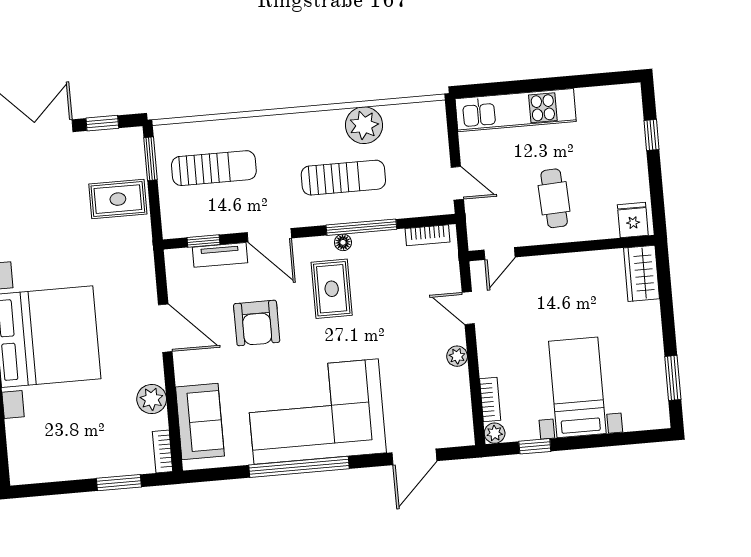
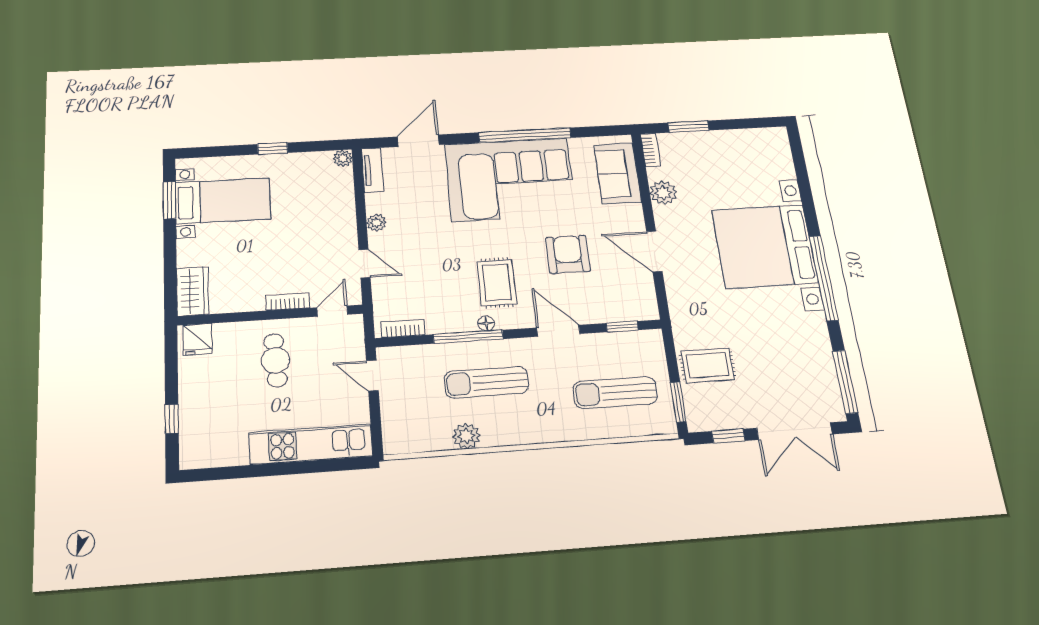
plant: (364, 125) -> (466, 436), width x0.73, depth x0.73
tv unit: (220, 255) -> (372, 170), moved, turned 90
bed with nightstands: (577, 387) -> (223, 201), moved, turned -90
bookcase: (490, 399) -> (288, 302), moved, turned 90
window: (535, 446) -> (273, 148), moved

